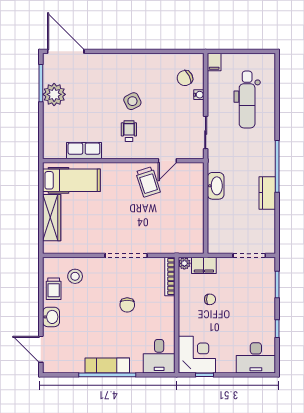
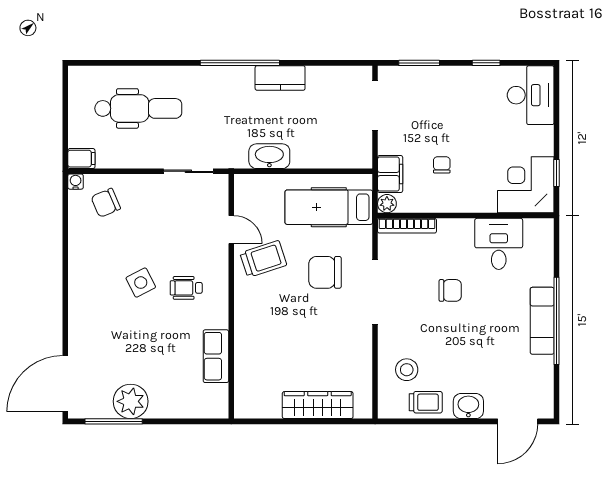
chair: (185, 78) -> (106, 203), turned 95
water cooler: (199, 95) -> (76, 182), moved
hospital bed: (71, 180) -> (329, 207), moved, turned -90
chair: (139, 222) -> (325, 272), added
desk: (159, 356) -> (499, 244), moved, turned -90

